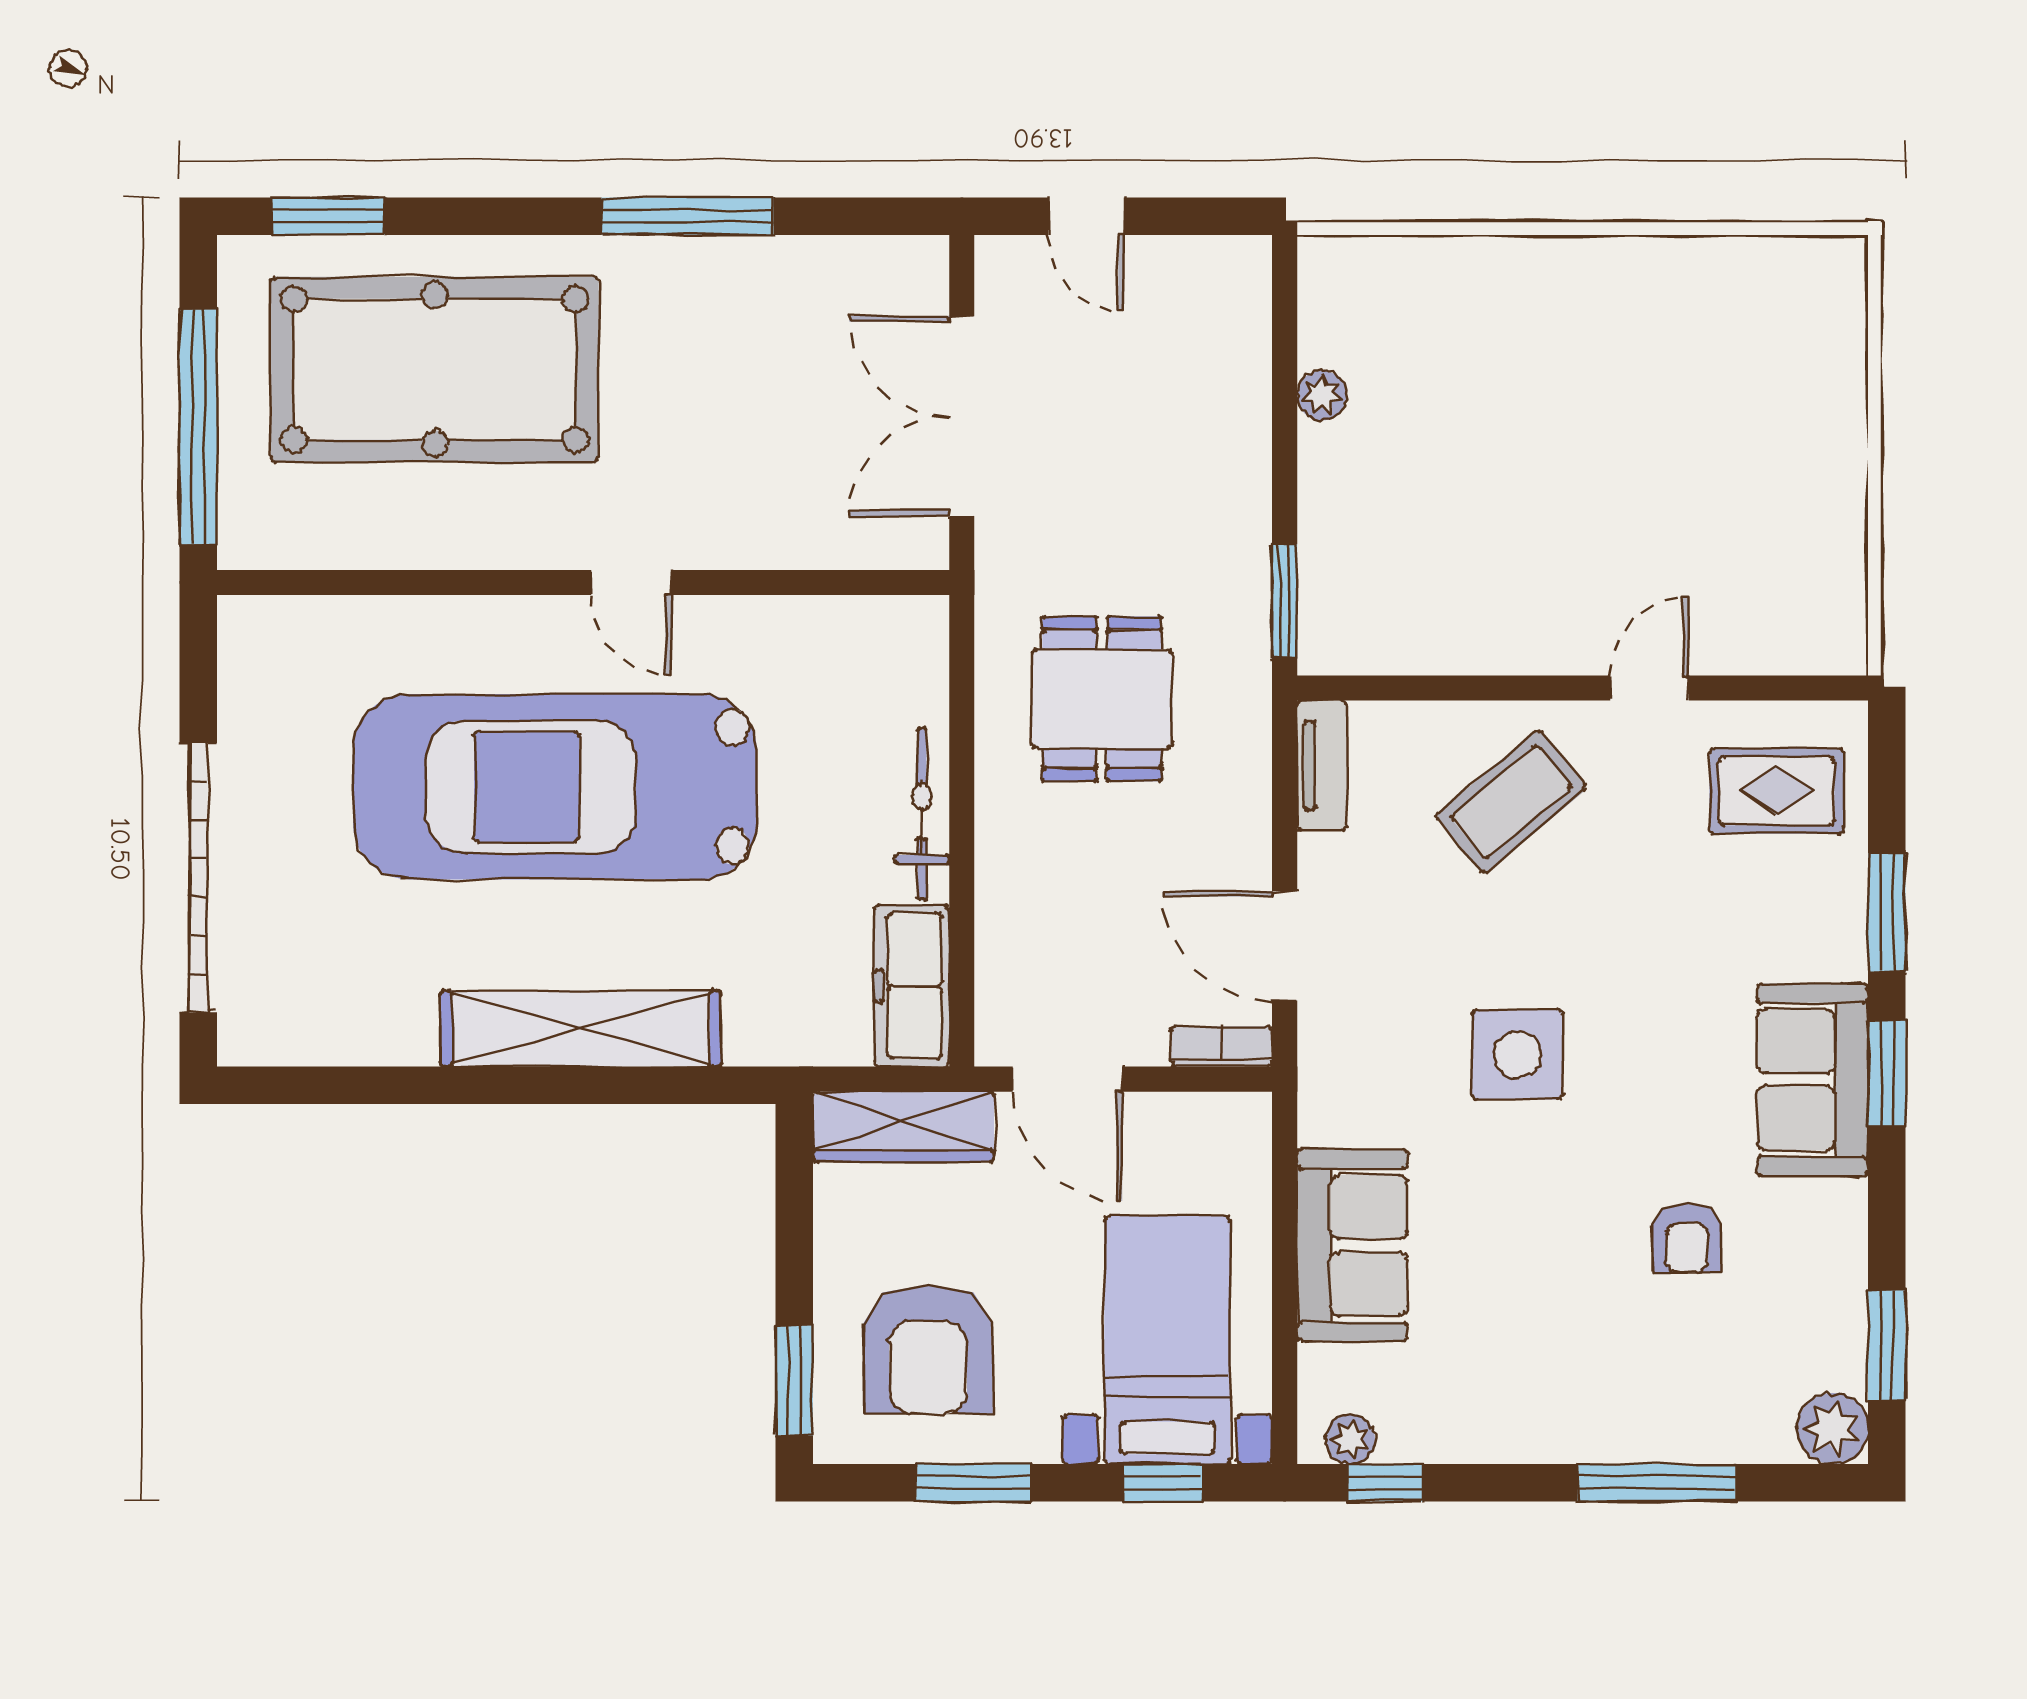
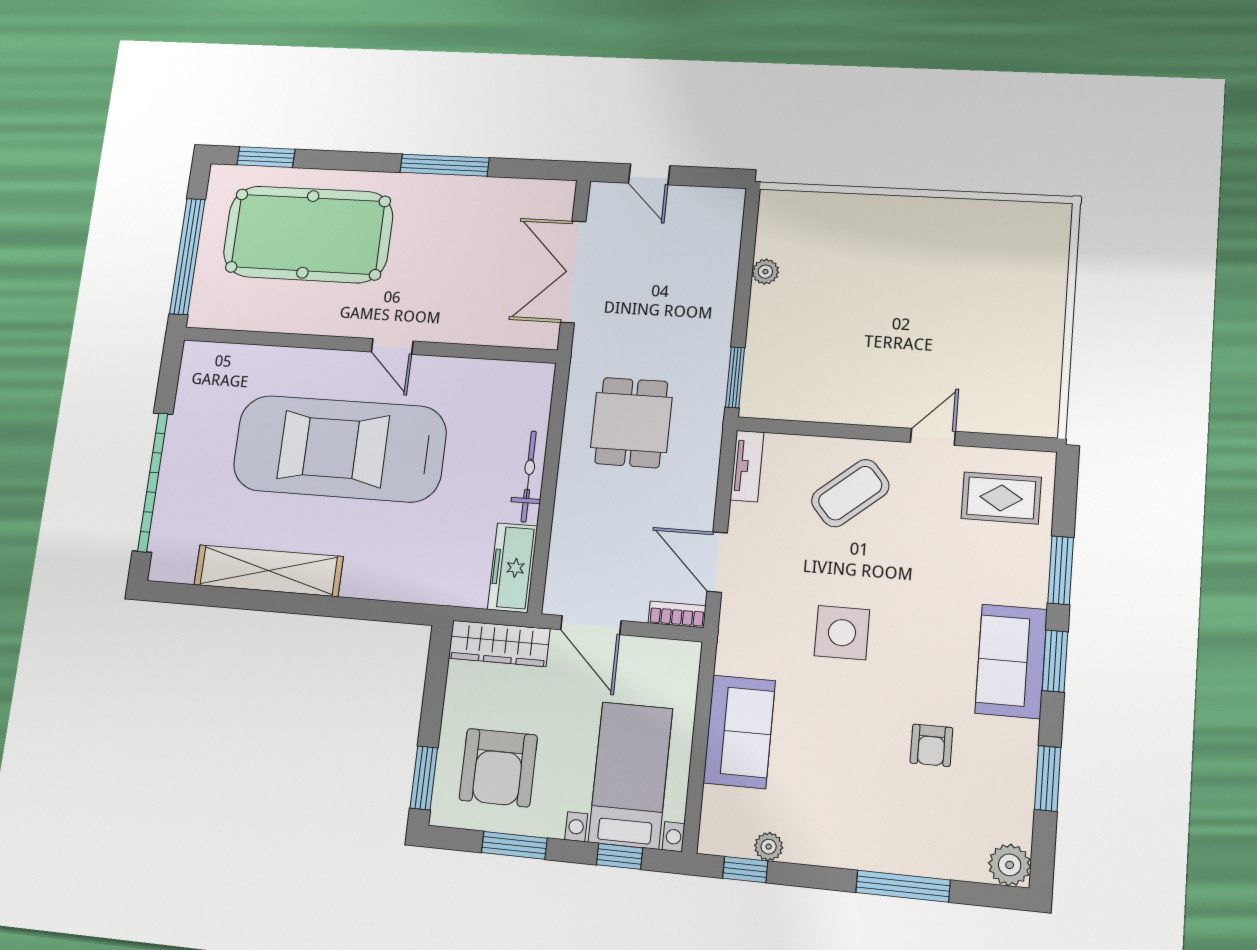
shelving: (581, 1029) -> (268, 571), moved
window: (1887, 1345) -> (1048, 778), moved
plant: (1350, 1439) -> (769, 847), moved

